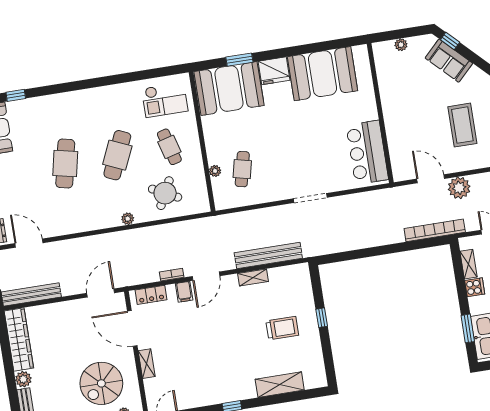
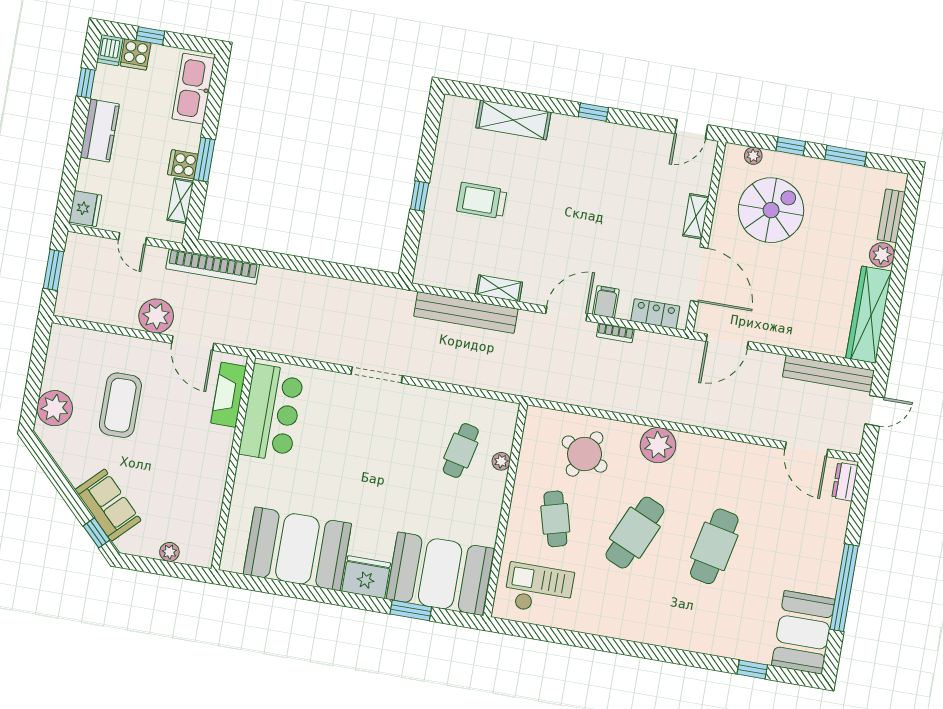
fireplace: (398, 154) -> (229, 395), added
plant: (128, 219) -> (658, 445), width x1.87, depth x1.87
window: (468, 328) -> (204, 160), moved

